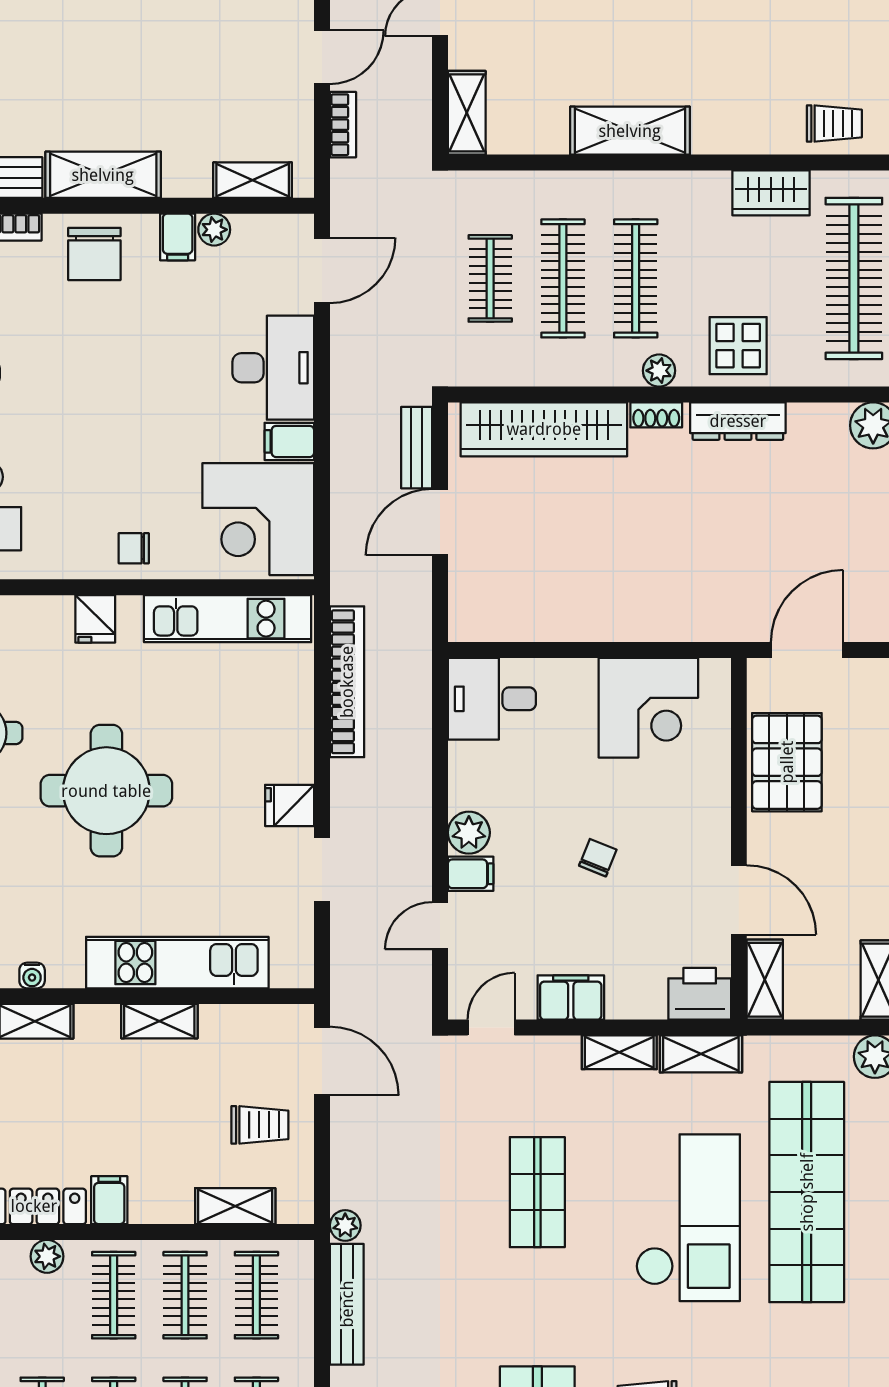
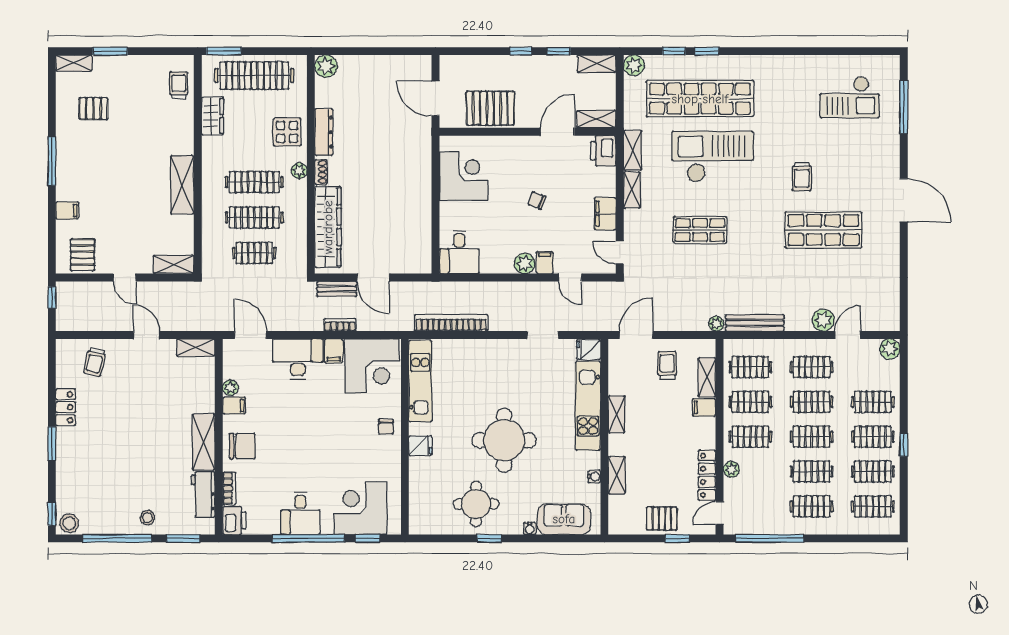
bookcase: (343, 125) -> (340, 325), moved
shelving: (253, 180) -> (196, 348), moved, turned 90
fridge: (290, 805) -> (589, 350), moved, turned 90
filing cabinet: (109, 1200) -> (704, 407), moved

